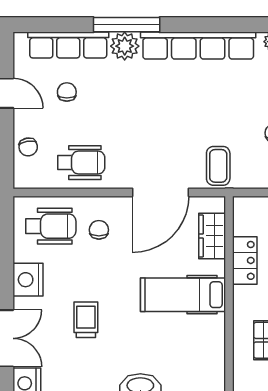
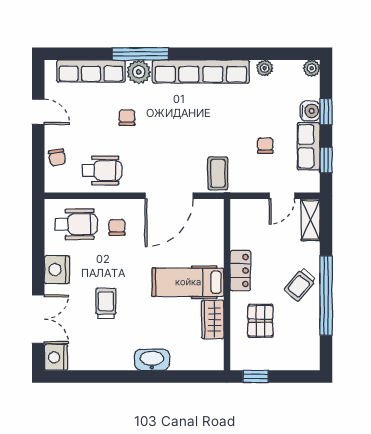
chair: (67, 92) -> (127, 118), moved
wardrobe: (212, 236) -> (213, 319), moved
locker: (245, 260) -> (240, 271), moved

